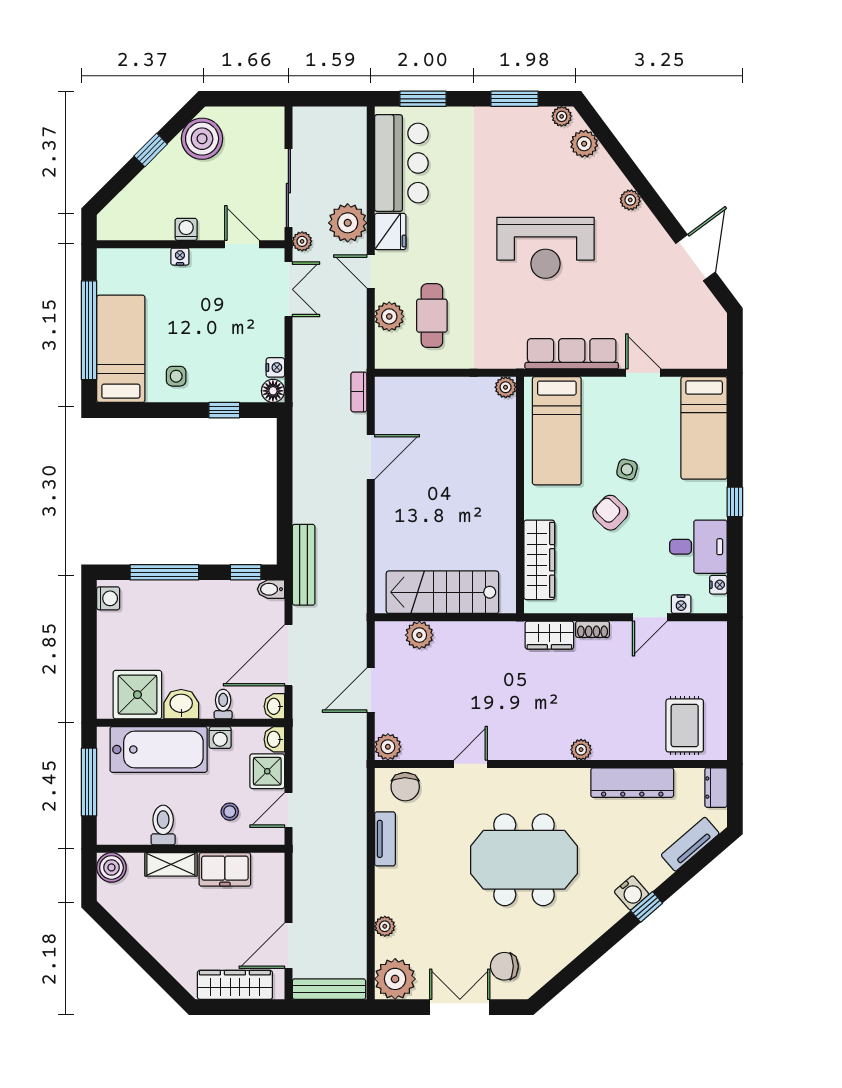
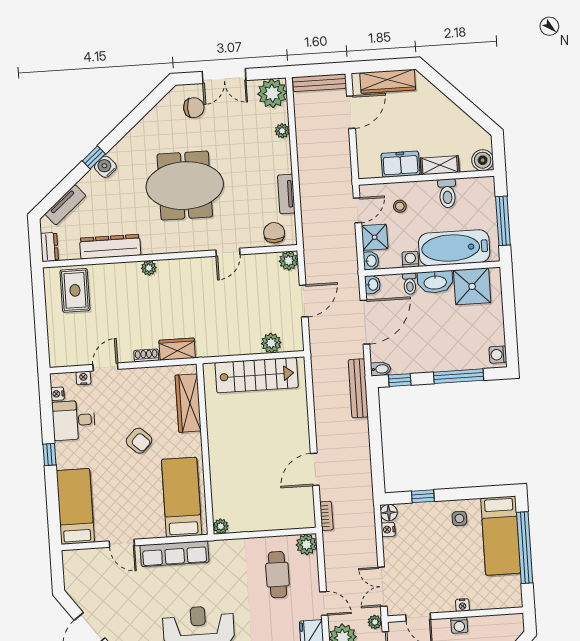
plant: (389, 316) -> (306, 545), moved
side table: (627, 469) -> (129, 473), removed
washbasin: (181, 704) -> (435, 282), width x1.38

